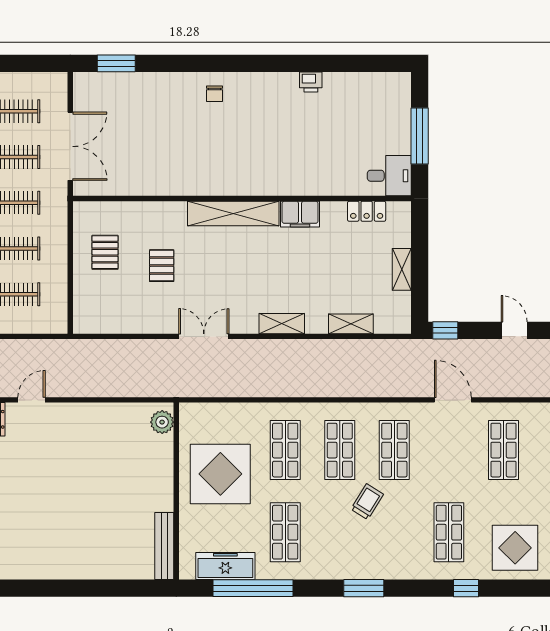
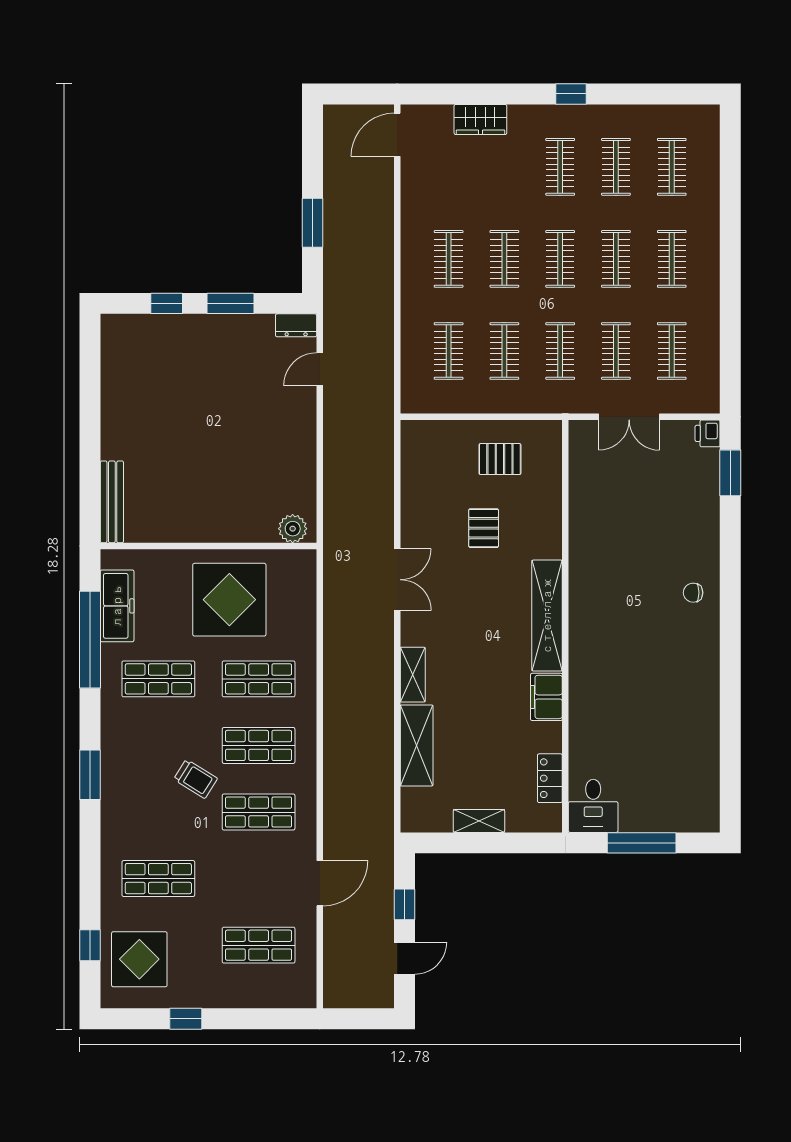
printer: (311, 82) -> (708, 433), moved
double door: (70, 146) -> (629, 417), width x0.73
pallet: (162, 266) -> (484, 528), turned 90
shelving: (351, 324) -> (417, 745), width x1.50, depth x1.33
window: (445, 330) -> (404, 904), moved
door: (31, 400) -> (320, 369), swing flipped
bench: (164, 546) -> (112, 502), moved, turned 90
window: (466, 588) -> (90, 945), moved

